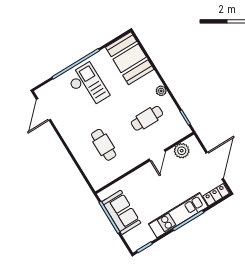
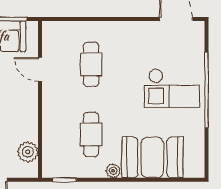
booth: (130, 58) -> (152, 157), moved
cafe table: (104, 145) -> (91, 64), turned 90
door: (157, 155) -> (40, 69), moved

